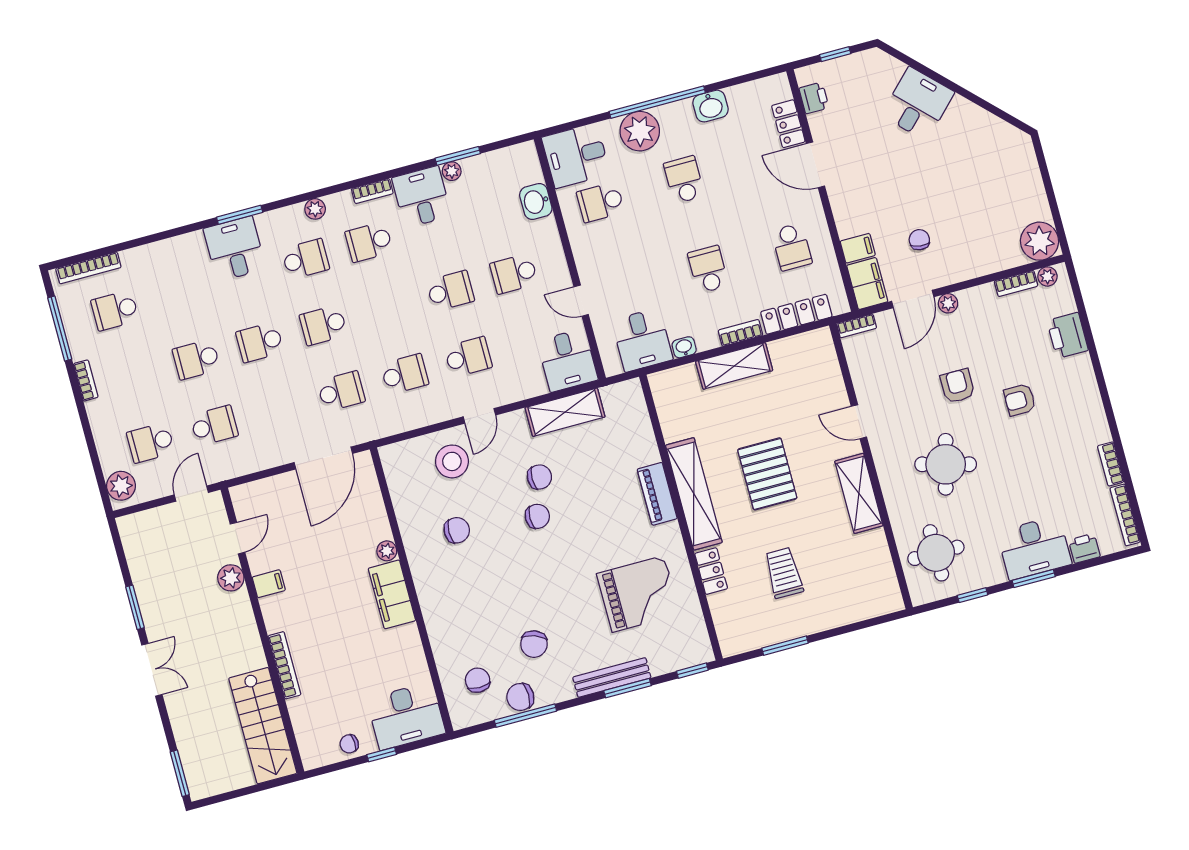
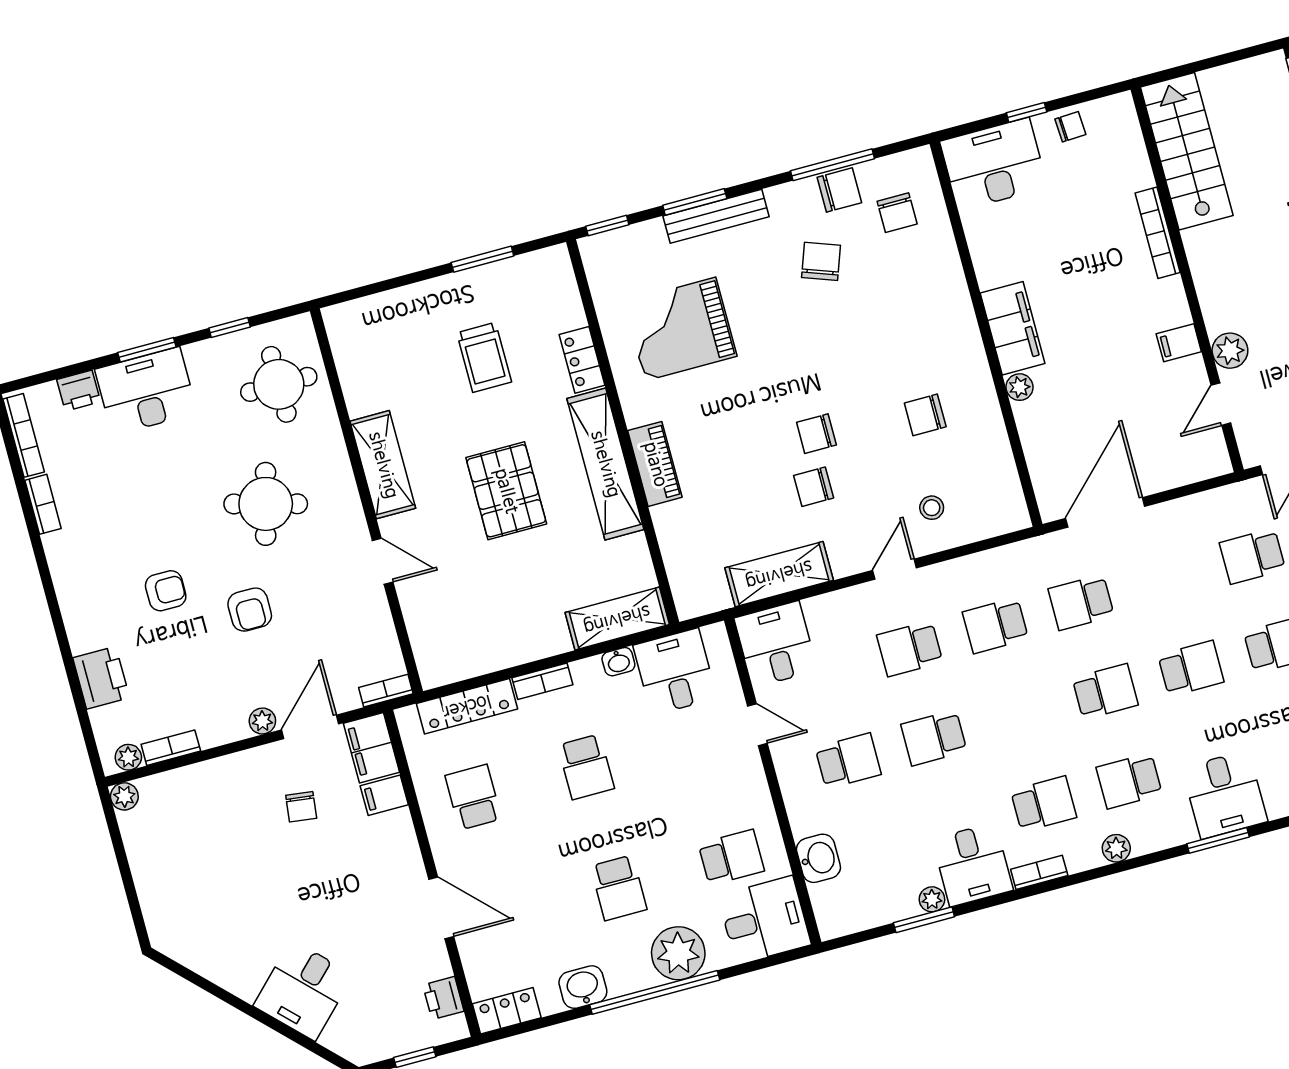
locker: (788, 124) -> (507, 1011), moved, turned -90
plant: (1040, 241) -> (124, 796), width x0.53, depth x0.53
shelving: (734, 366) -> (617, 619), moved
stool: (452, 461) -> (932, 508), width x0.53, depth x0.53

